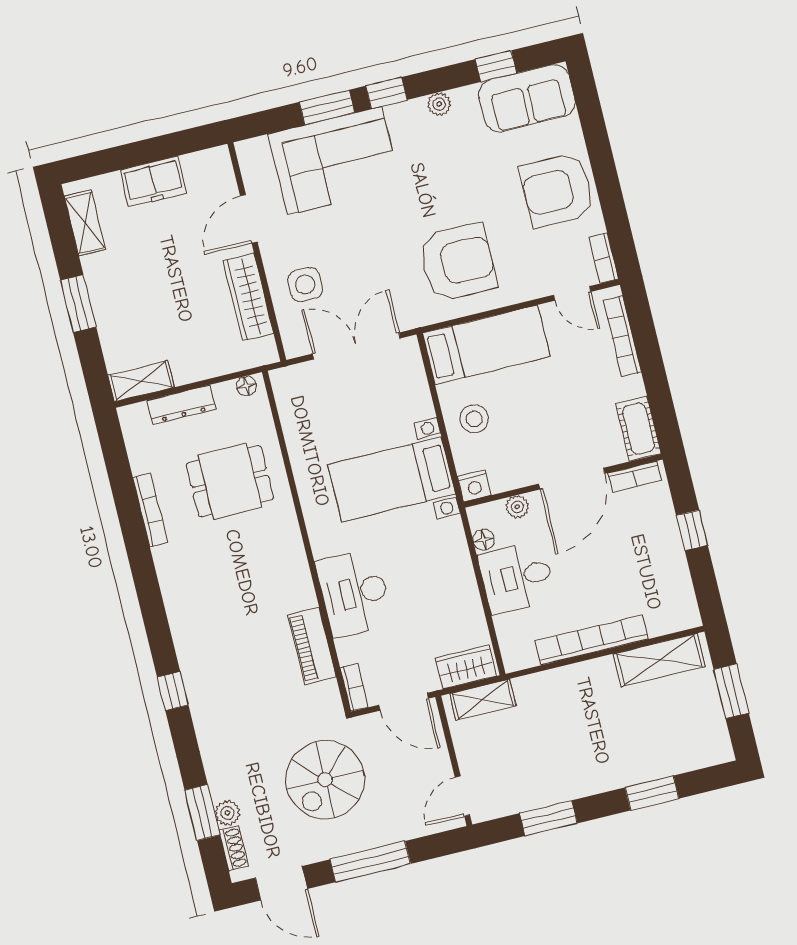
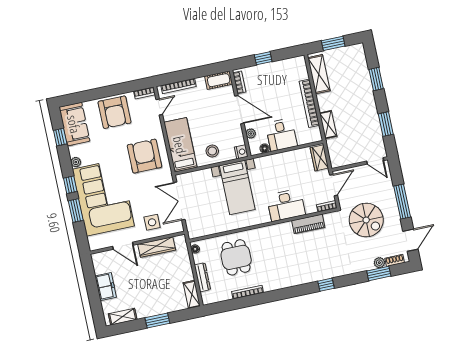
corner sofa: (335, 161) -> (103, 198), width x1.36, depth x1.36
shelving: (483, 700) -> (328, 125), moved

